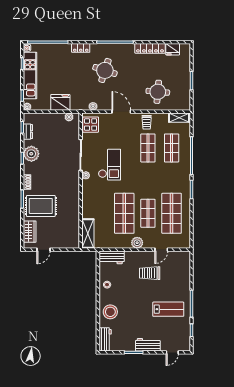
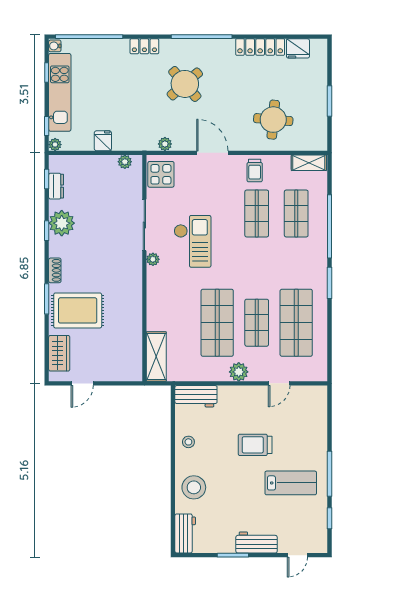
round table: (105, 70) -> (185, 84), turned 31
fridge: (60, 102) -> (103, 141), width x0.53, depth x0.75
trolley: (150, 273) -> (255, 445), moved

